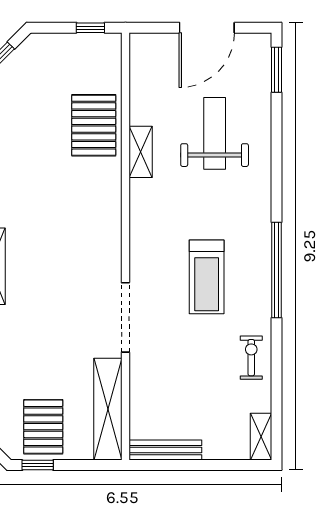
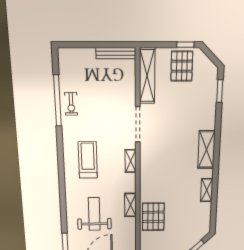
weight bench: (215, 133) -> (94, 214), turned 180
window: (276, 270) -> (57, 101), moved
treadmill: (207, 277) -> (88, 160), moved
shelving: (261, 437) -> (131, 161), moved

